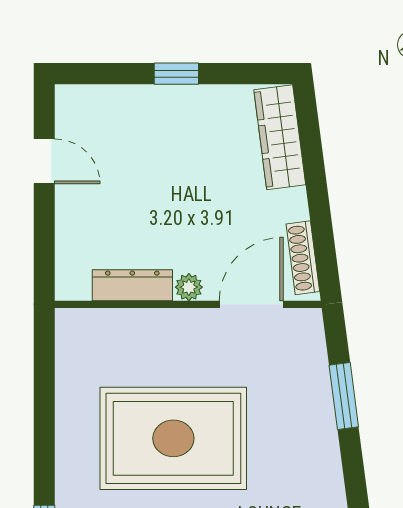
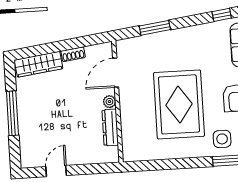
window: (176, 74) -> (12, 113), width x2.17
shoe rack: (303, 258) -> (73, 54), moved, width x0.70
door: (251, 304) -> (116, 73), hinge flipped

